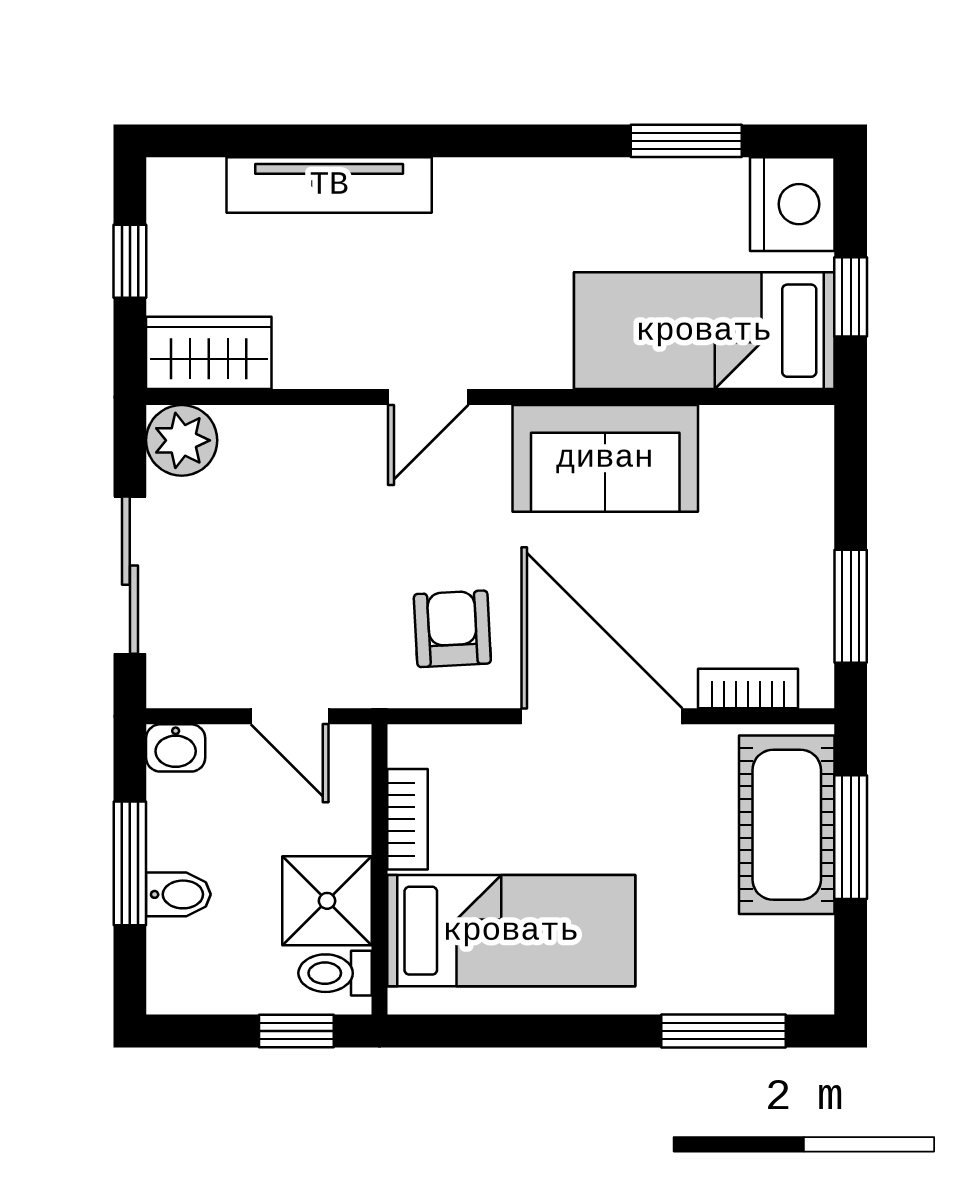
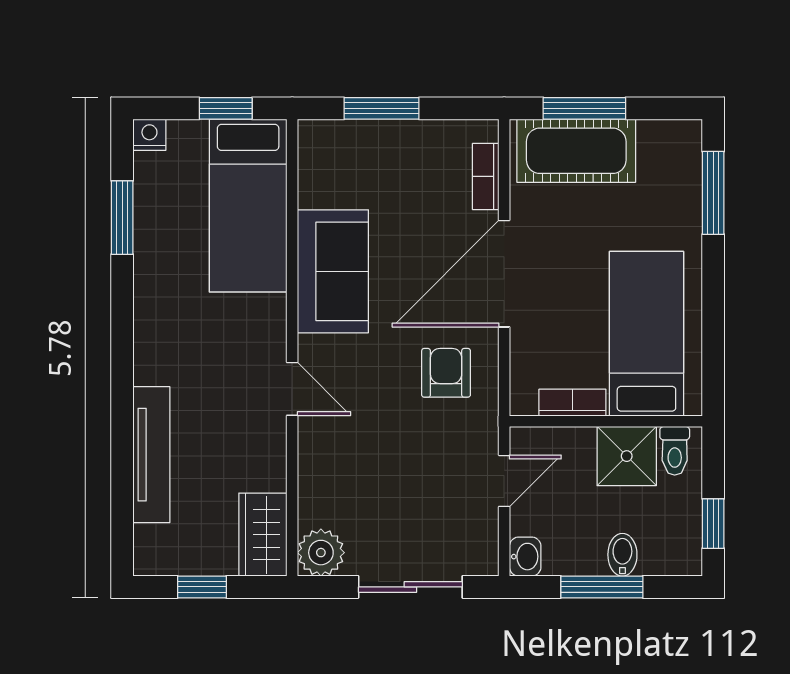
nightstand: (792, 204) -> (149, 135), width x0.53, depth x0.56
window: (851, 606) -> (382, 108), moved
armchair: (452, 629) -> (446, 373), turned 93
window: (296, 1031) -> (713, 524), moved

